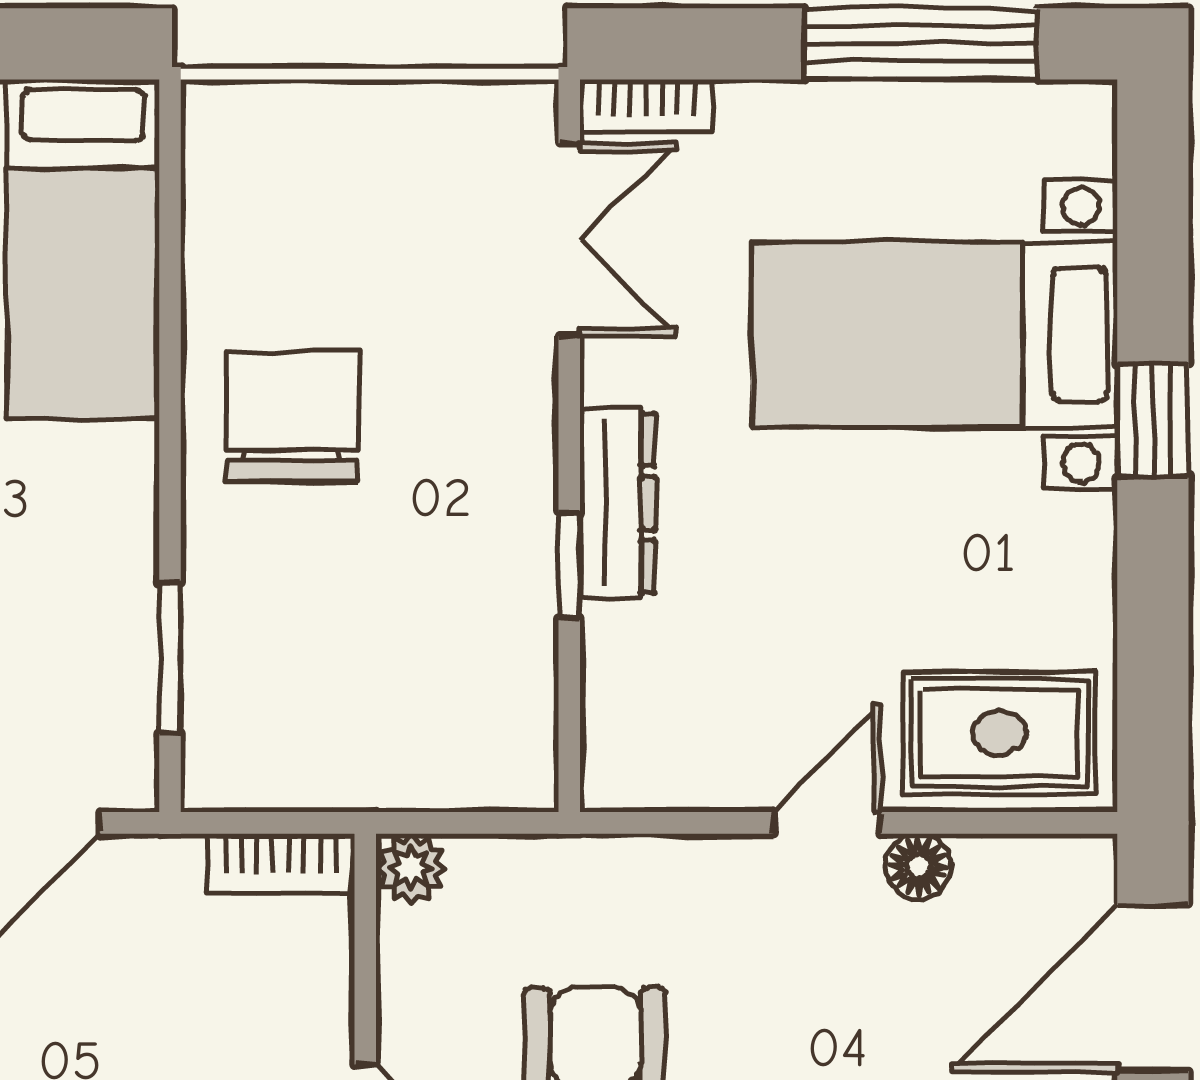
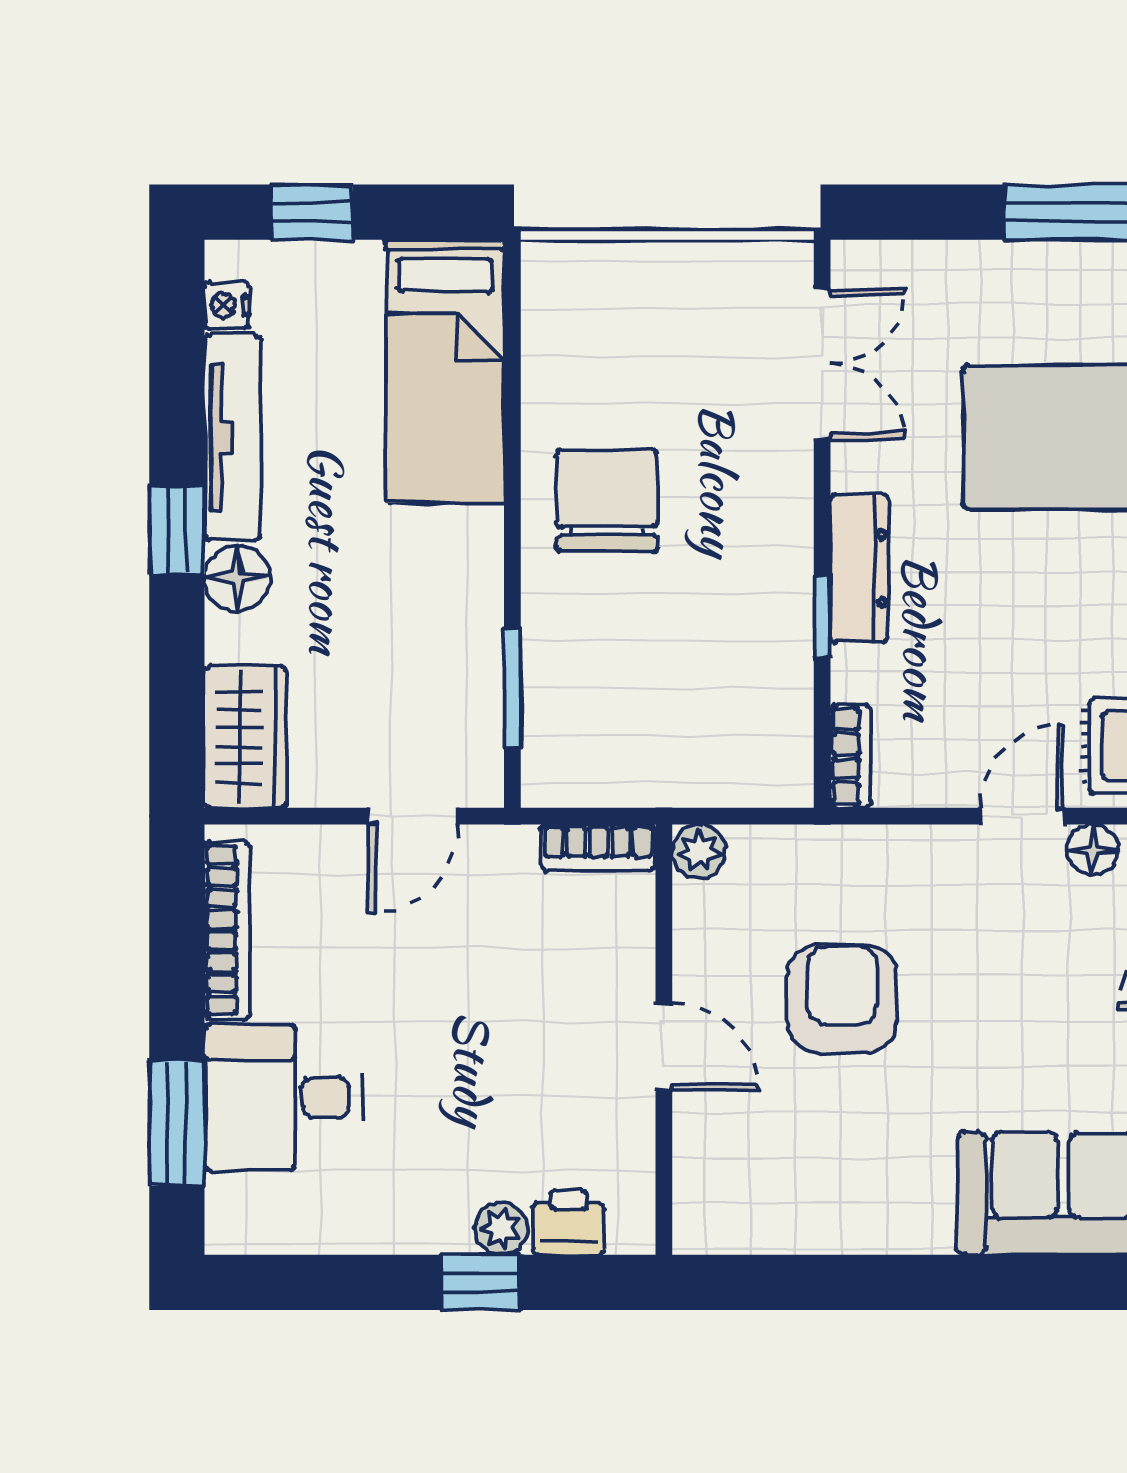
bookcase: (646, 106) -> (851, 756), moved, turned -90

